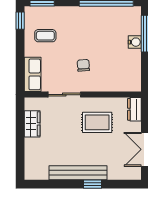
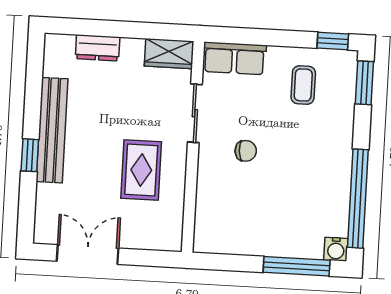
water cooler: (135, 42) -> (336, 249), moved
dresser: (134, 109) -> (98, 48), moved, turned 180
wardrobe: (32, 124) -> (169, 54), moved

